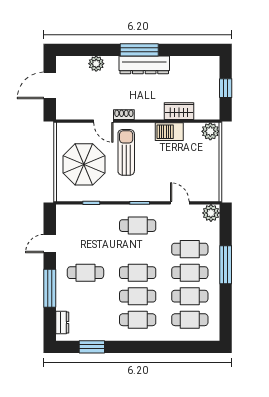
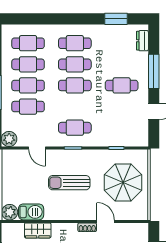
barbecue: (169, 132) -> (31, 212), moved
sun lounger: (126, 152) -> (69, 183), moved, turned 90

